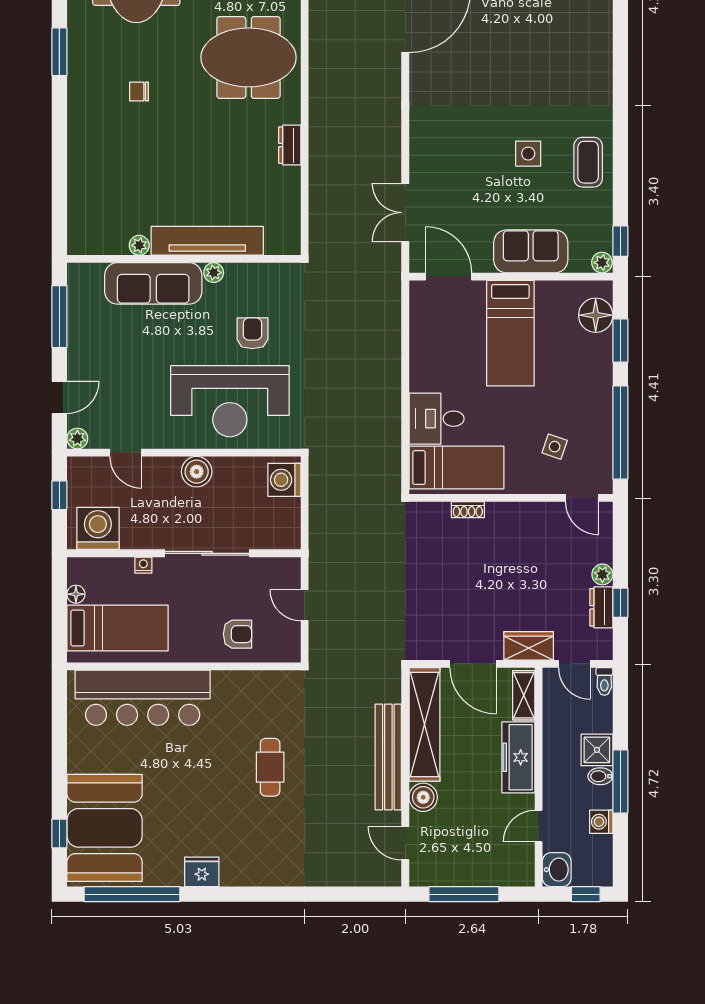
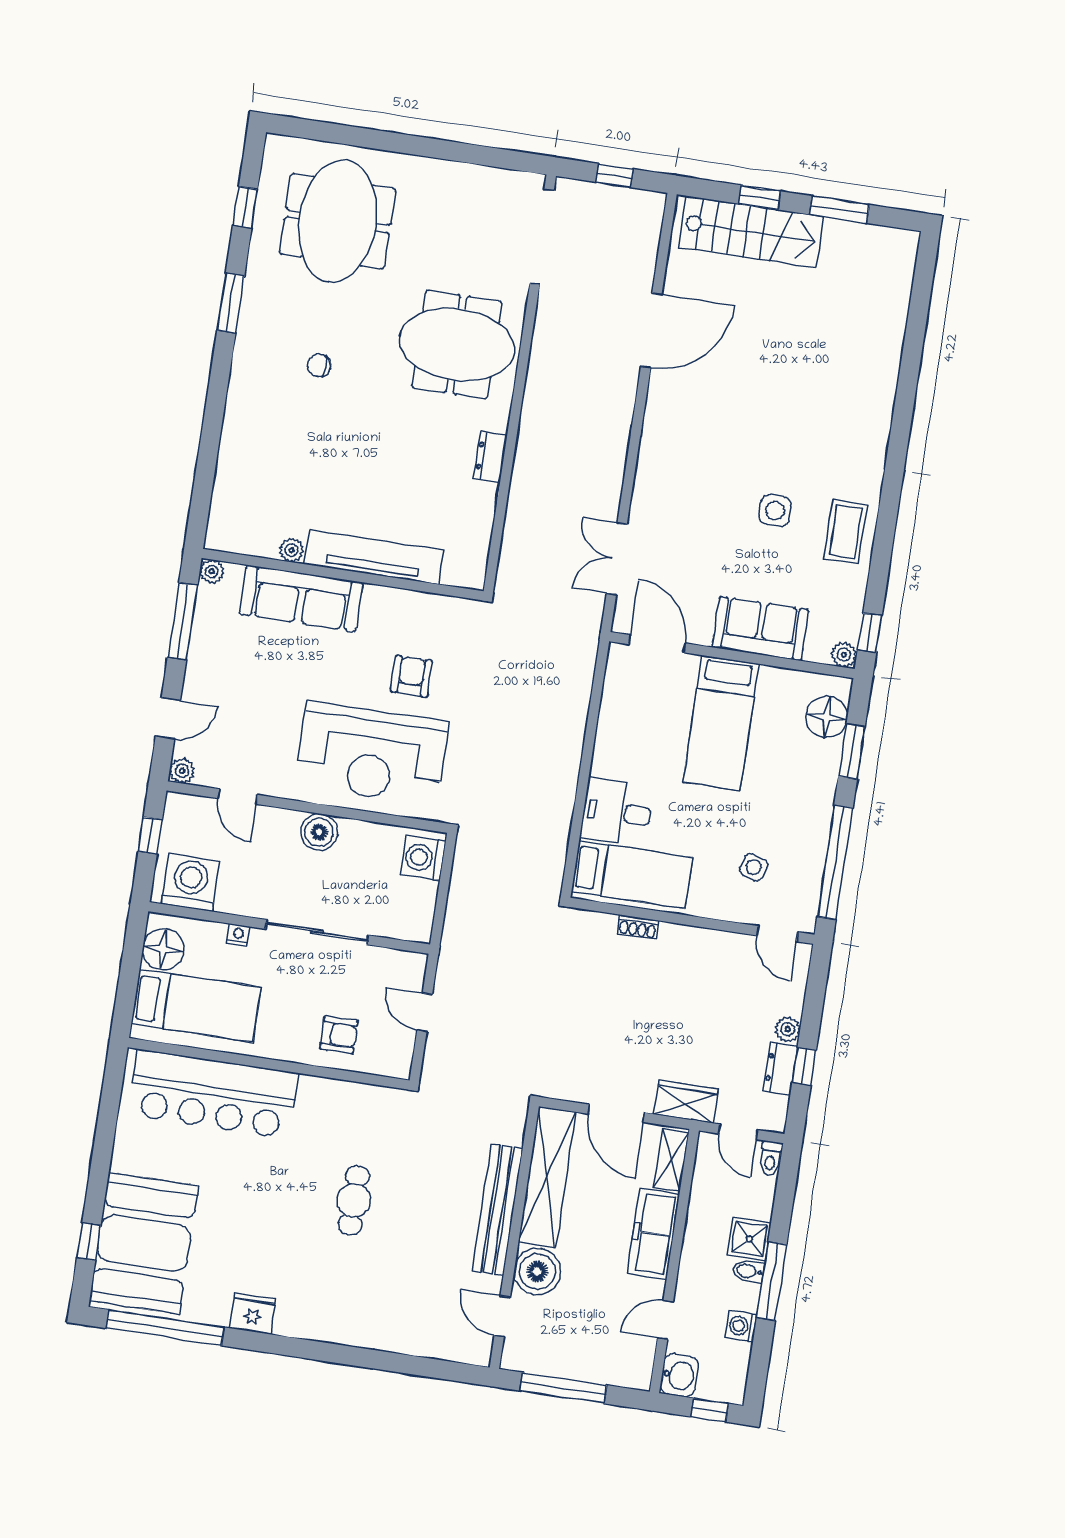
plant: (214, 273) -> (212, 572), moved
floor lamp: (76, 594) -> (163, 949), width x1.89, depth x1.89
boiler: (423, 797) -> (537, 1271), width x1.37, depth x1.37

